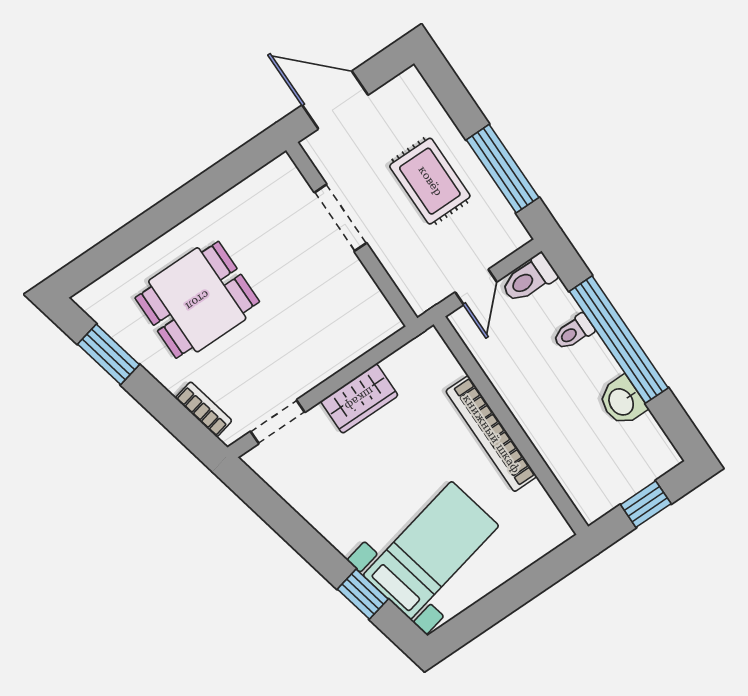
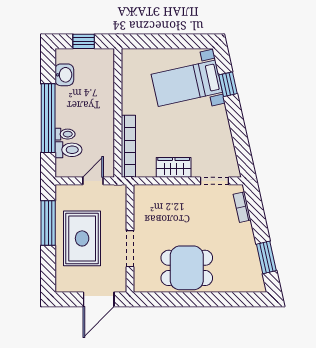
door: (335, 100) -> (99, 299), hinge flipped
rug: (430, 181) -> (82, 238), width x1.36, depth x1.43
toilet: (529, 279) -> (68, 150), moved
dining table: (197, 300) -> (187, 268), moved
washbasin: (622, 401) -> (64, 75), moved
bookcase: (491, 434) -> (128, 146), moved

